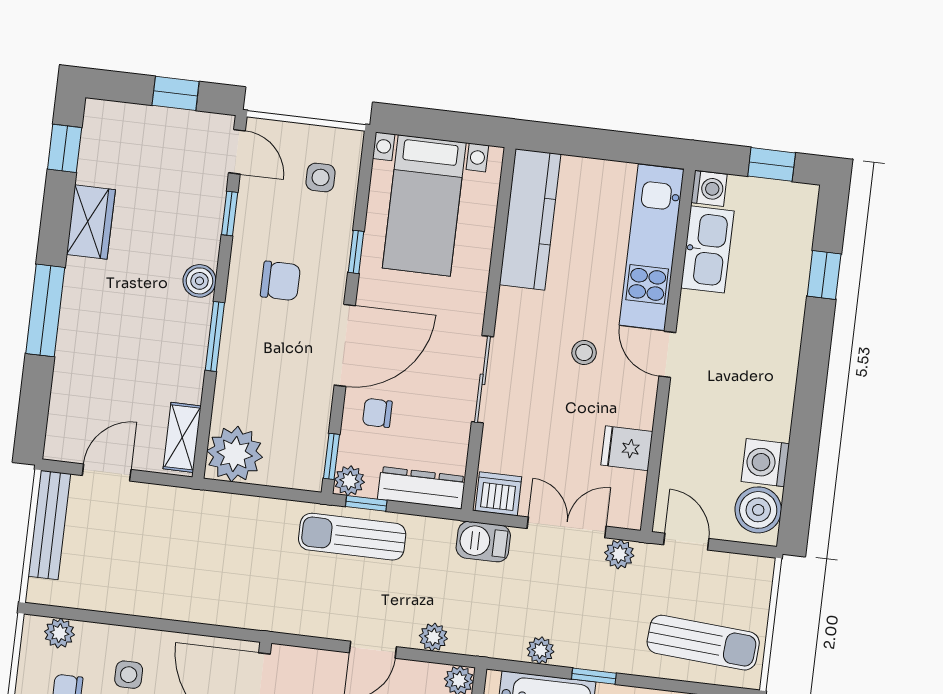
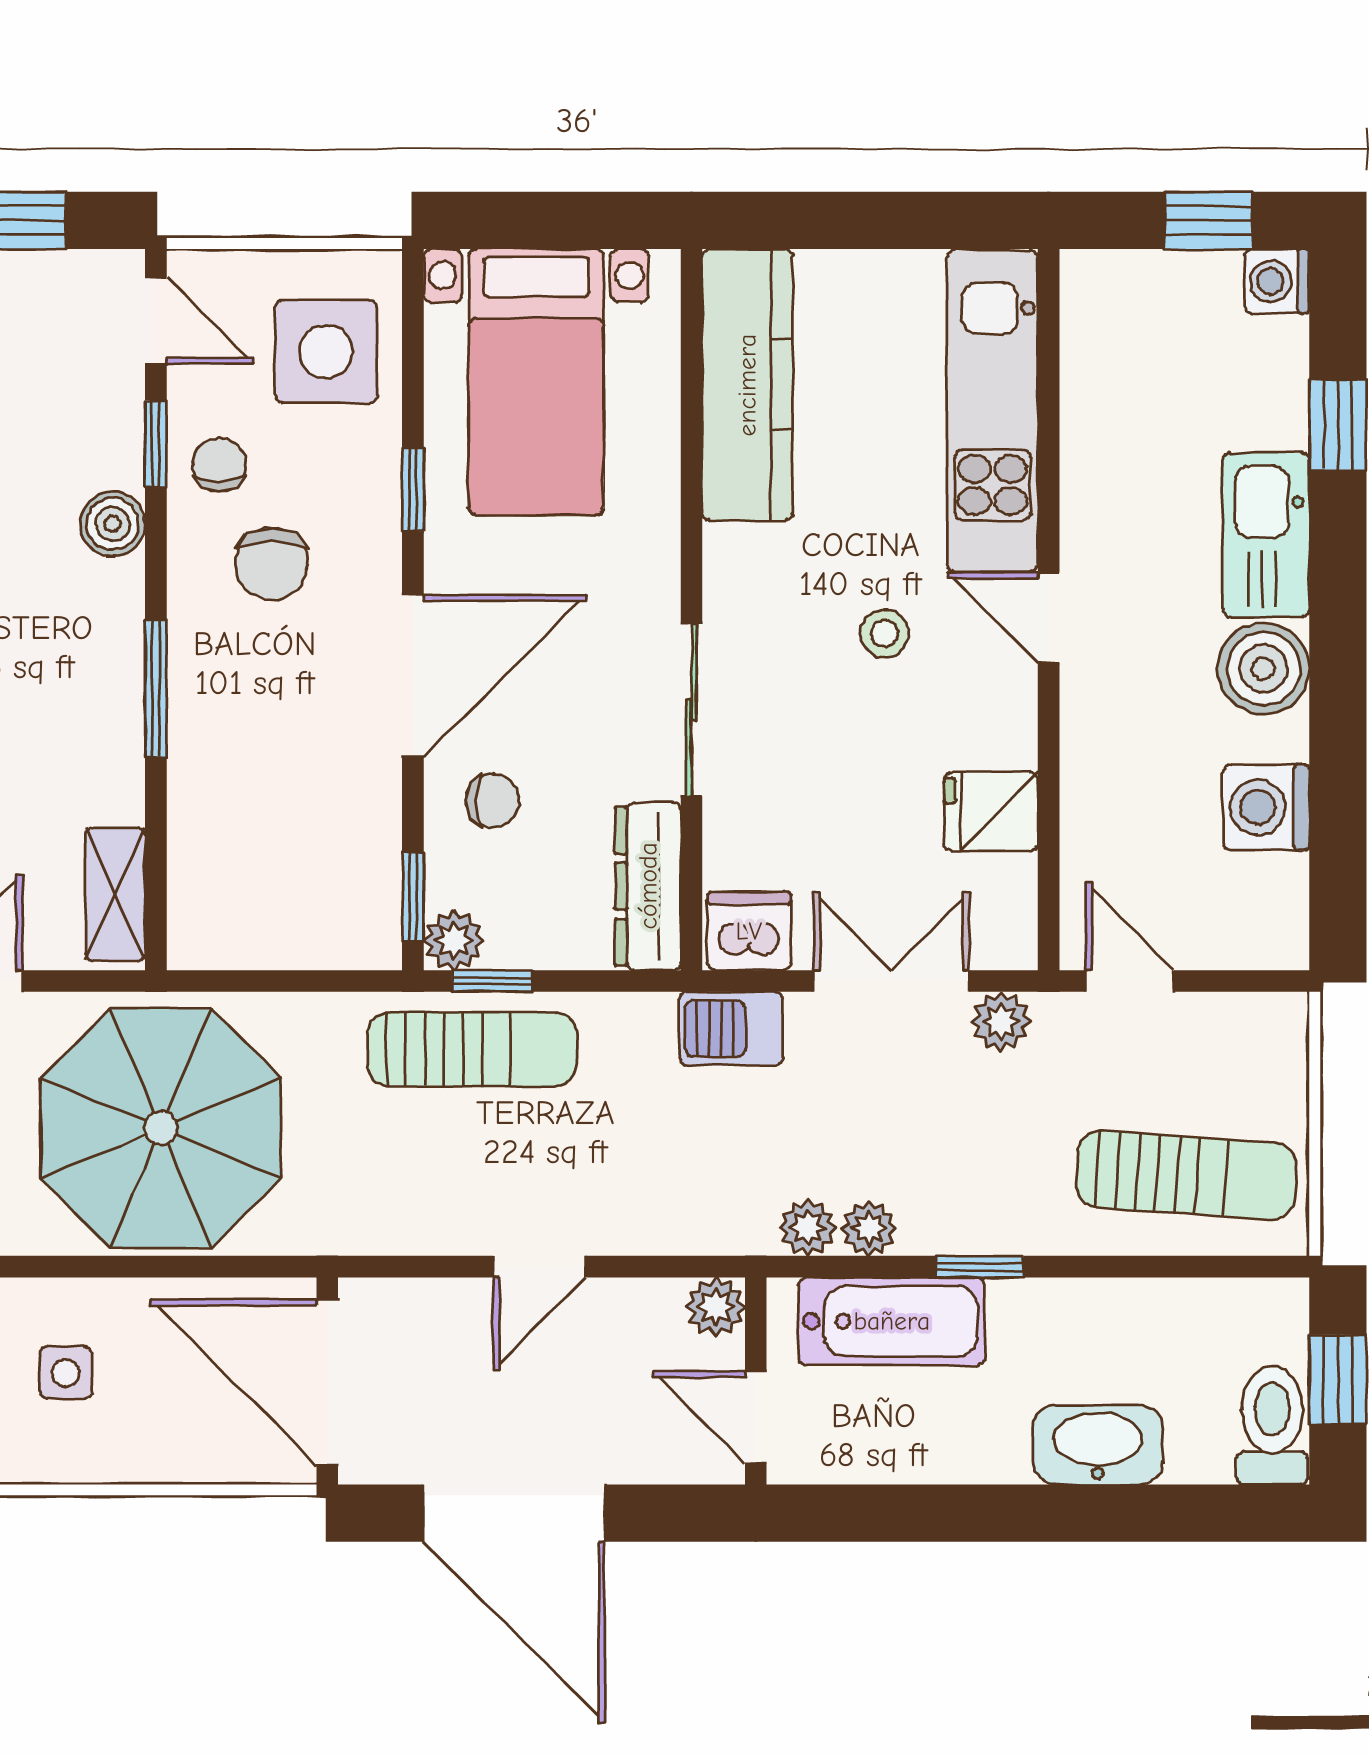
side table: (321, 177) -> (326, 352), width x1.87, depth x1.87
washing machine: (709, 188) -> (1277, 281), moved, turned 180
chair: (260, 228) -> (219, 465), added
kitchen sink: (707, 249) -> (1266, 535), moved, turned 180
boiler: (200, 281) -> (113, 524), moved
chair: (280, 281) -> (272, 564), turned 90
chair: (377, 413) -> (493, 801), turned 180
plant: (235, 454) -> (222, 915), removed
dresser: (421, 488) -> (648, 886), moved, turned -90
boiler: (758, 510) -> (1264, 669), moved
sun lounger: (352, 537) -> (472, 1049), turned 180
parasol: (191, 557) -> (161, 1128), added
plant: (433, 637) -> (807, 1228), moved

